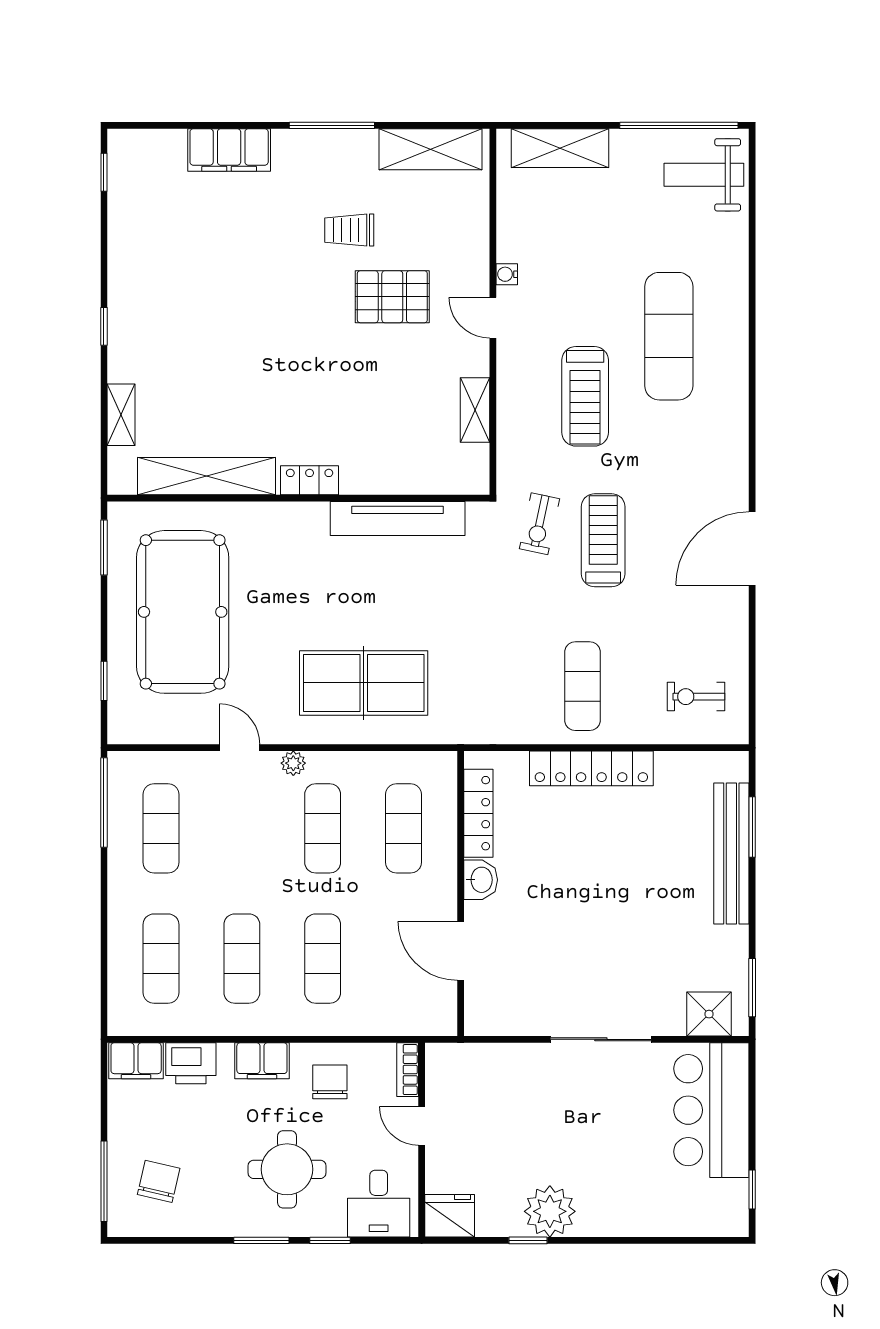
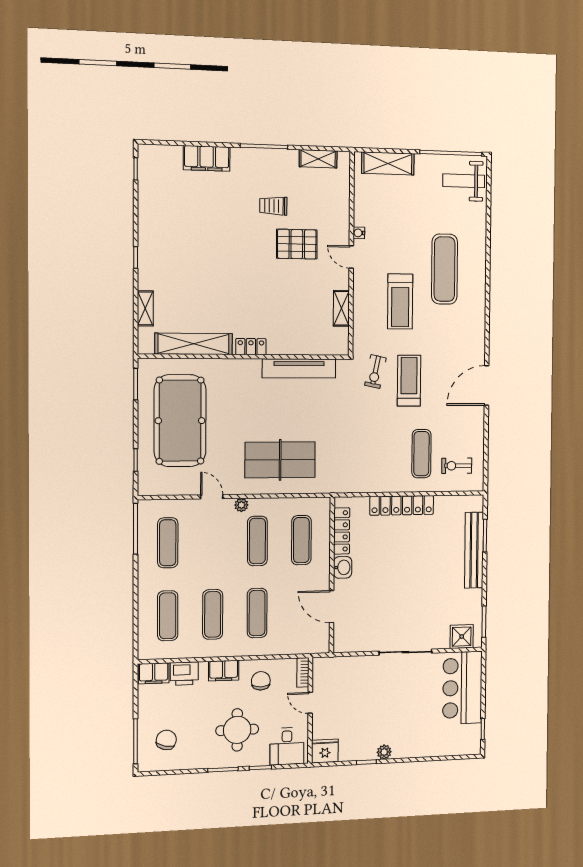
shelving: (431, 149) -> (318, 159), width x0.67, depth x0.75
exercise mat: (582, 686) -> (421, 454), moved
plant: (550, 1211) -> (384, 752), width x0.53, depth x0.53

